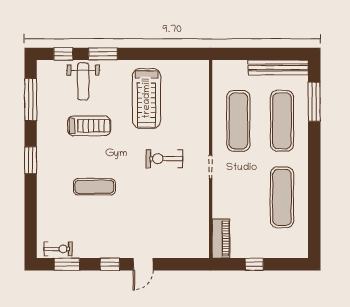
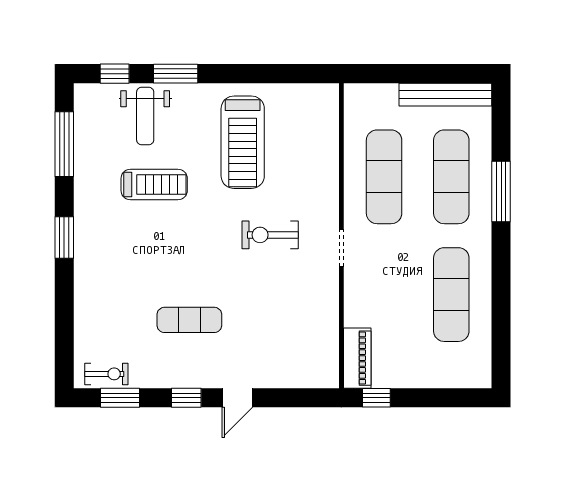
window: (314, 102) -> (501, 191), moved
exercise mat: (94, 187) -> (189, 320), moved
window: (254, 264) -> (376, 398), moved

